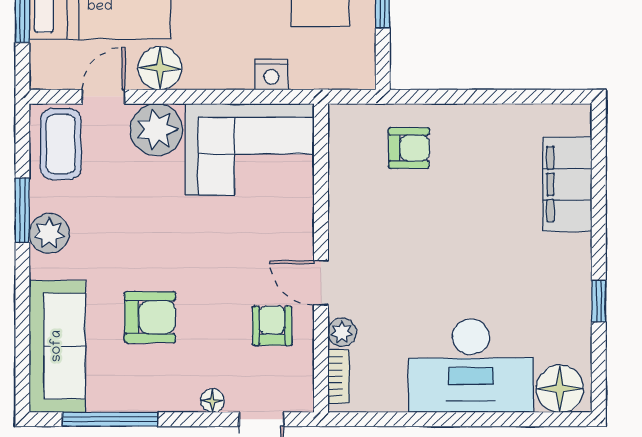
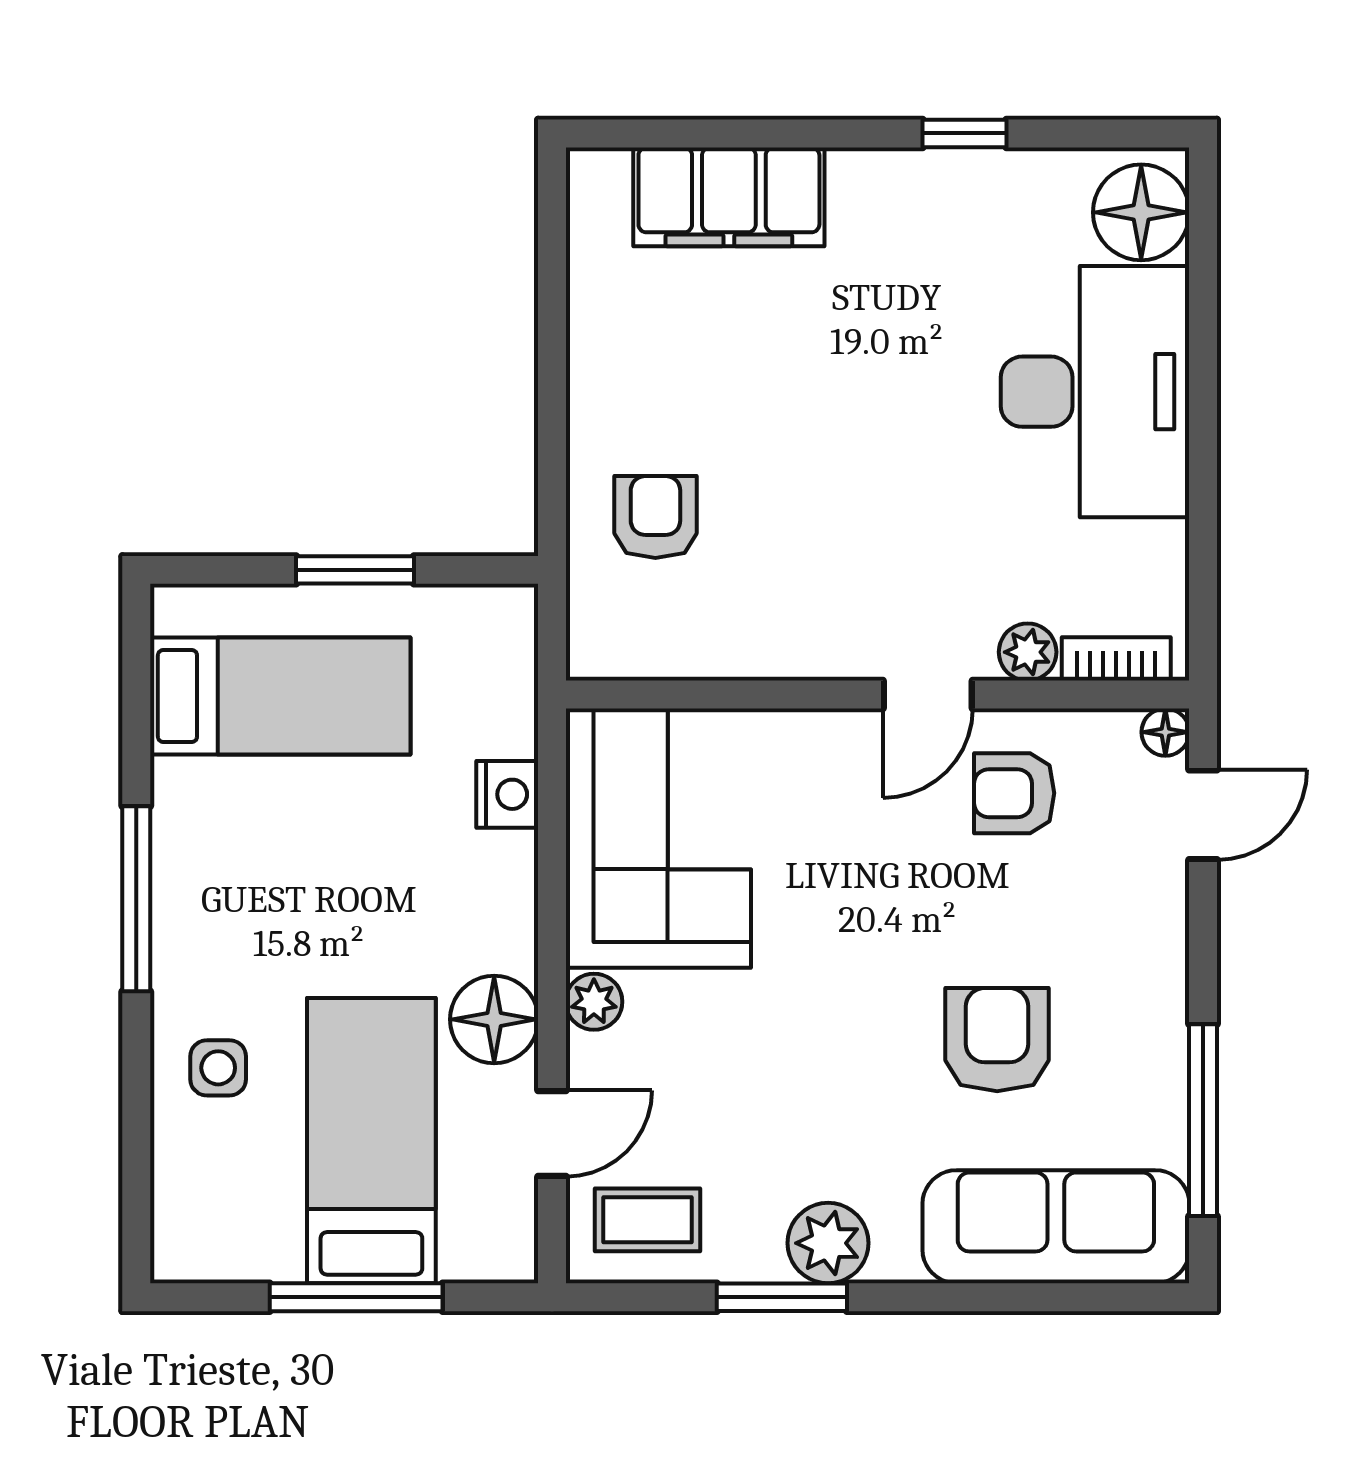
door: (104, 97) -> (552, 1133), swing flipped
plant: (157, 130) -> (594, 1002), width x0.53, depth x0.53
coffee table: (61, 144) -> (648, 1220), width x0.73, depth x0.77
floor lamp: (212, 401) -> (1165, 732), moved

